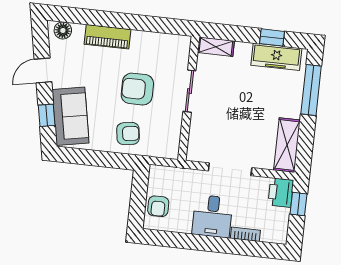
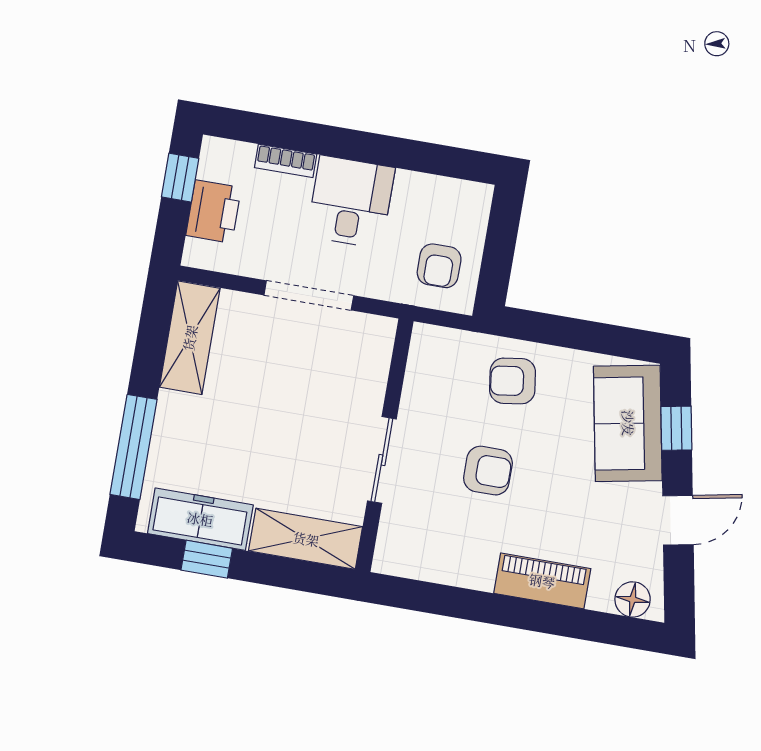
shelving: (216, 47) -> (306, 539), width x1.50, depth x1.33
armchair: (137, 89) -> (488, 471), width x0.72, depth x0.72
printer: (281, 193) -> (213, 212), moved
window: (299, 204) -> (180, 178), moved
armchair: (158, 206) -> (439, 266), moved, turned 180

